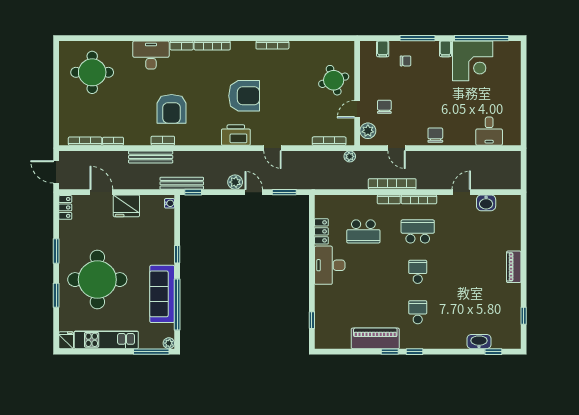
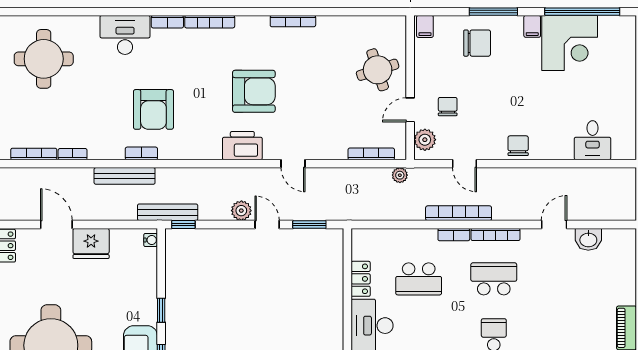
filing cabinet: (383, 49) -> (425, 26), moved
chair: (406, 61) -> (477, 43), width x1.87, depth x1.87

